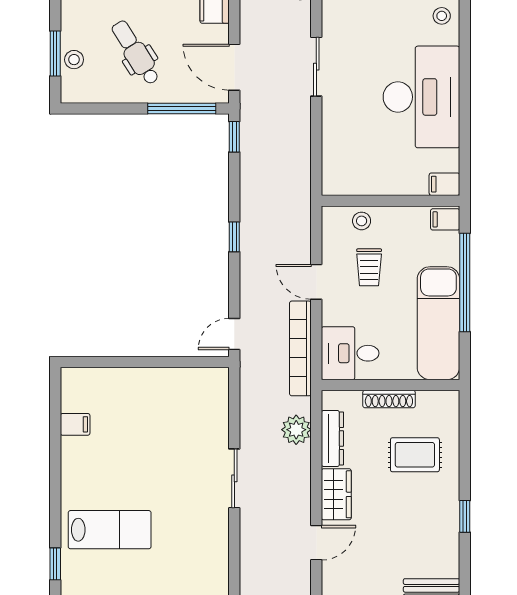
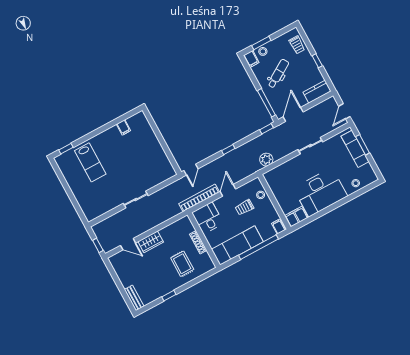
filing cabinet: (76, 91) -> (251, 59), added
filing cabinet: (444, 184) -> (296, 217), width x2.00
door: (234, 334) -> (191, 170), swing flipped
plant: (296, 430) -> (266, 160), moved
dresser: (332, 438) -> (171, 229), removed

